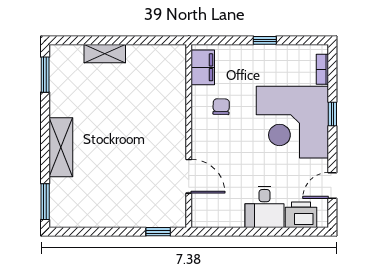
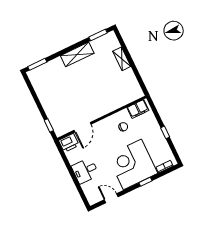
shelving: (61, 147) -> (77, 54), moved
printer: (301, 215) -> (69, 143), moved, turned 90

